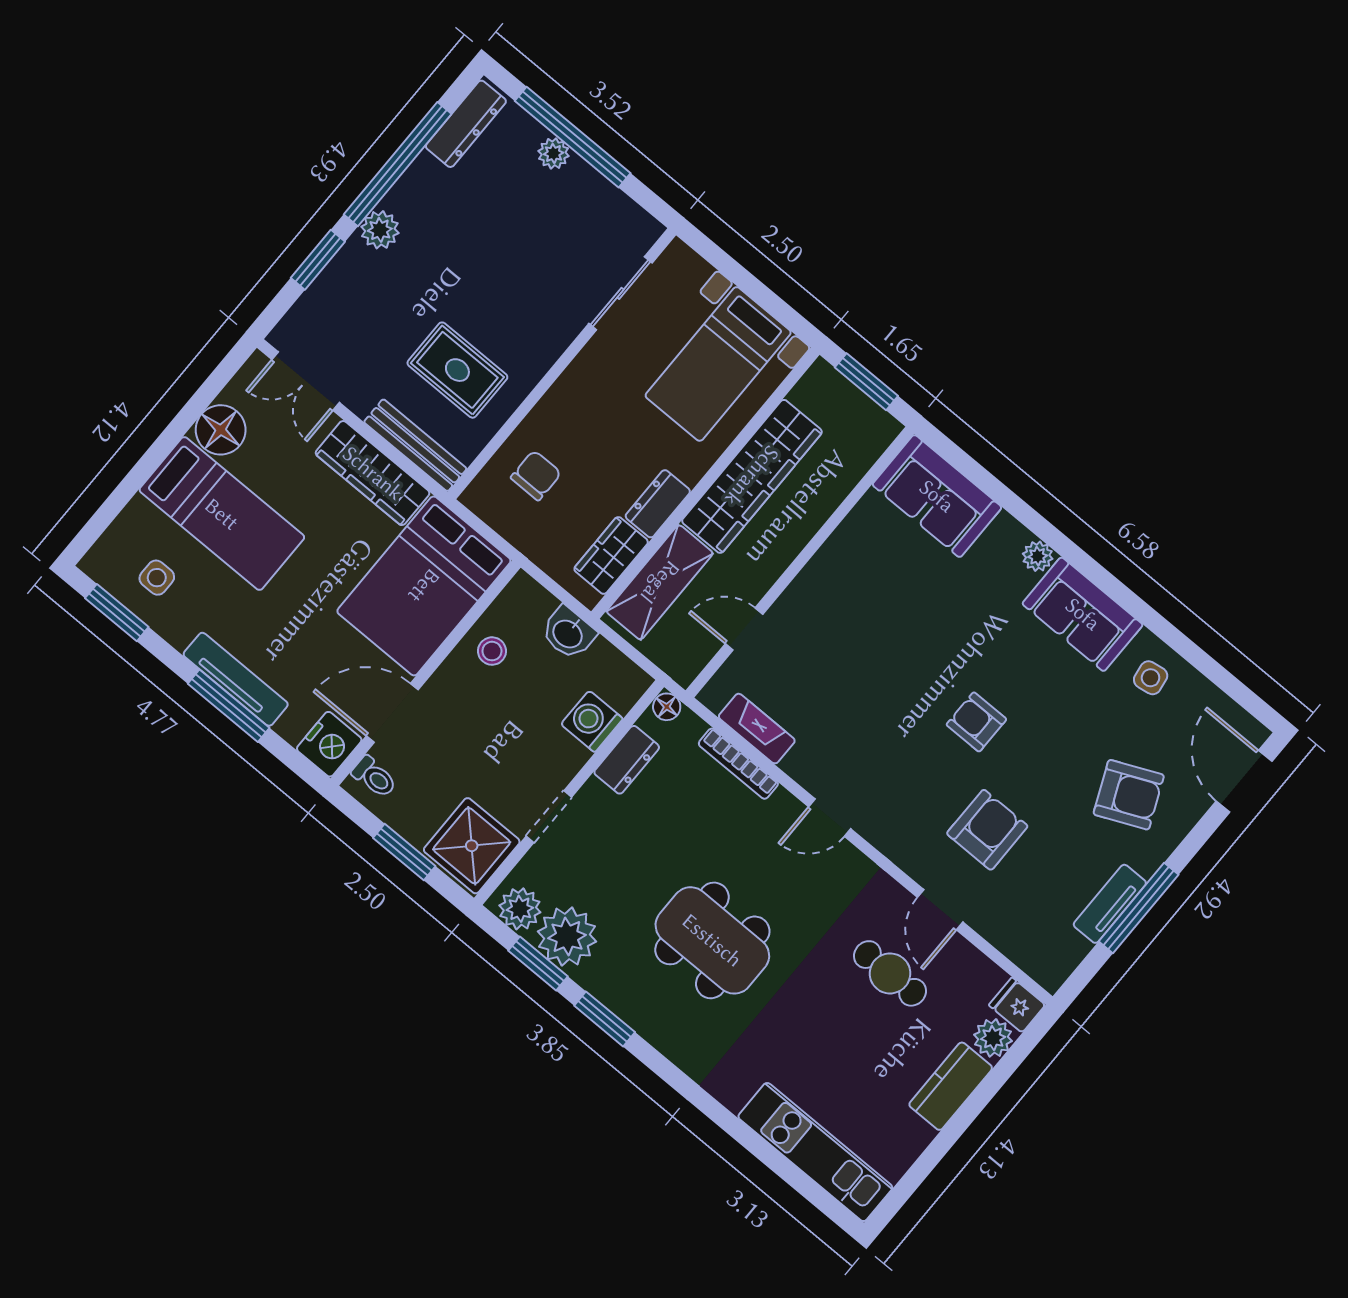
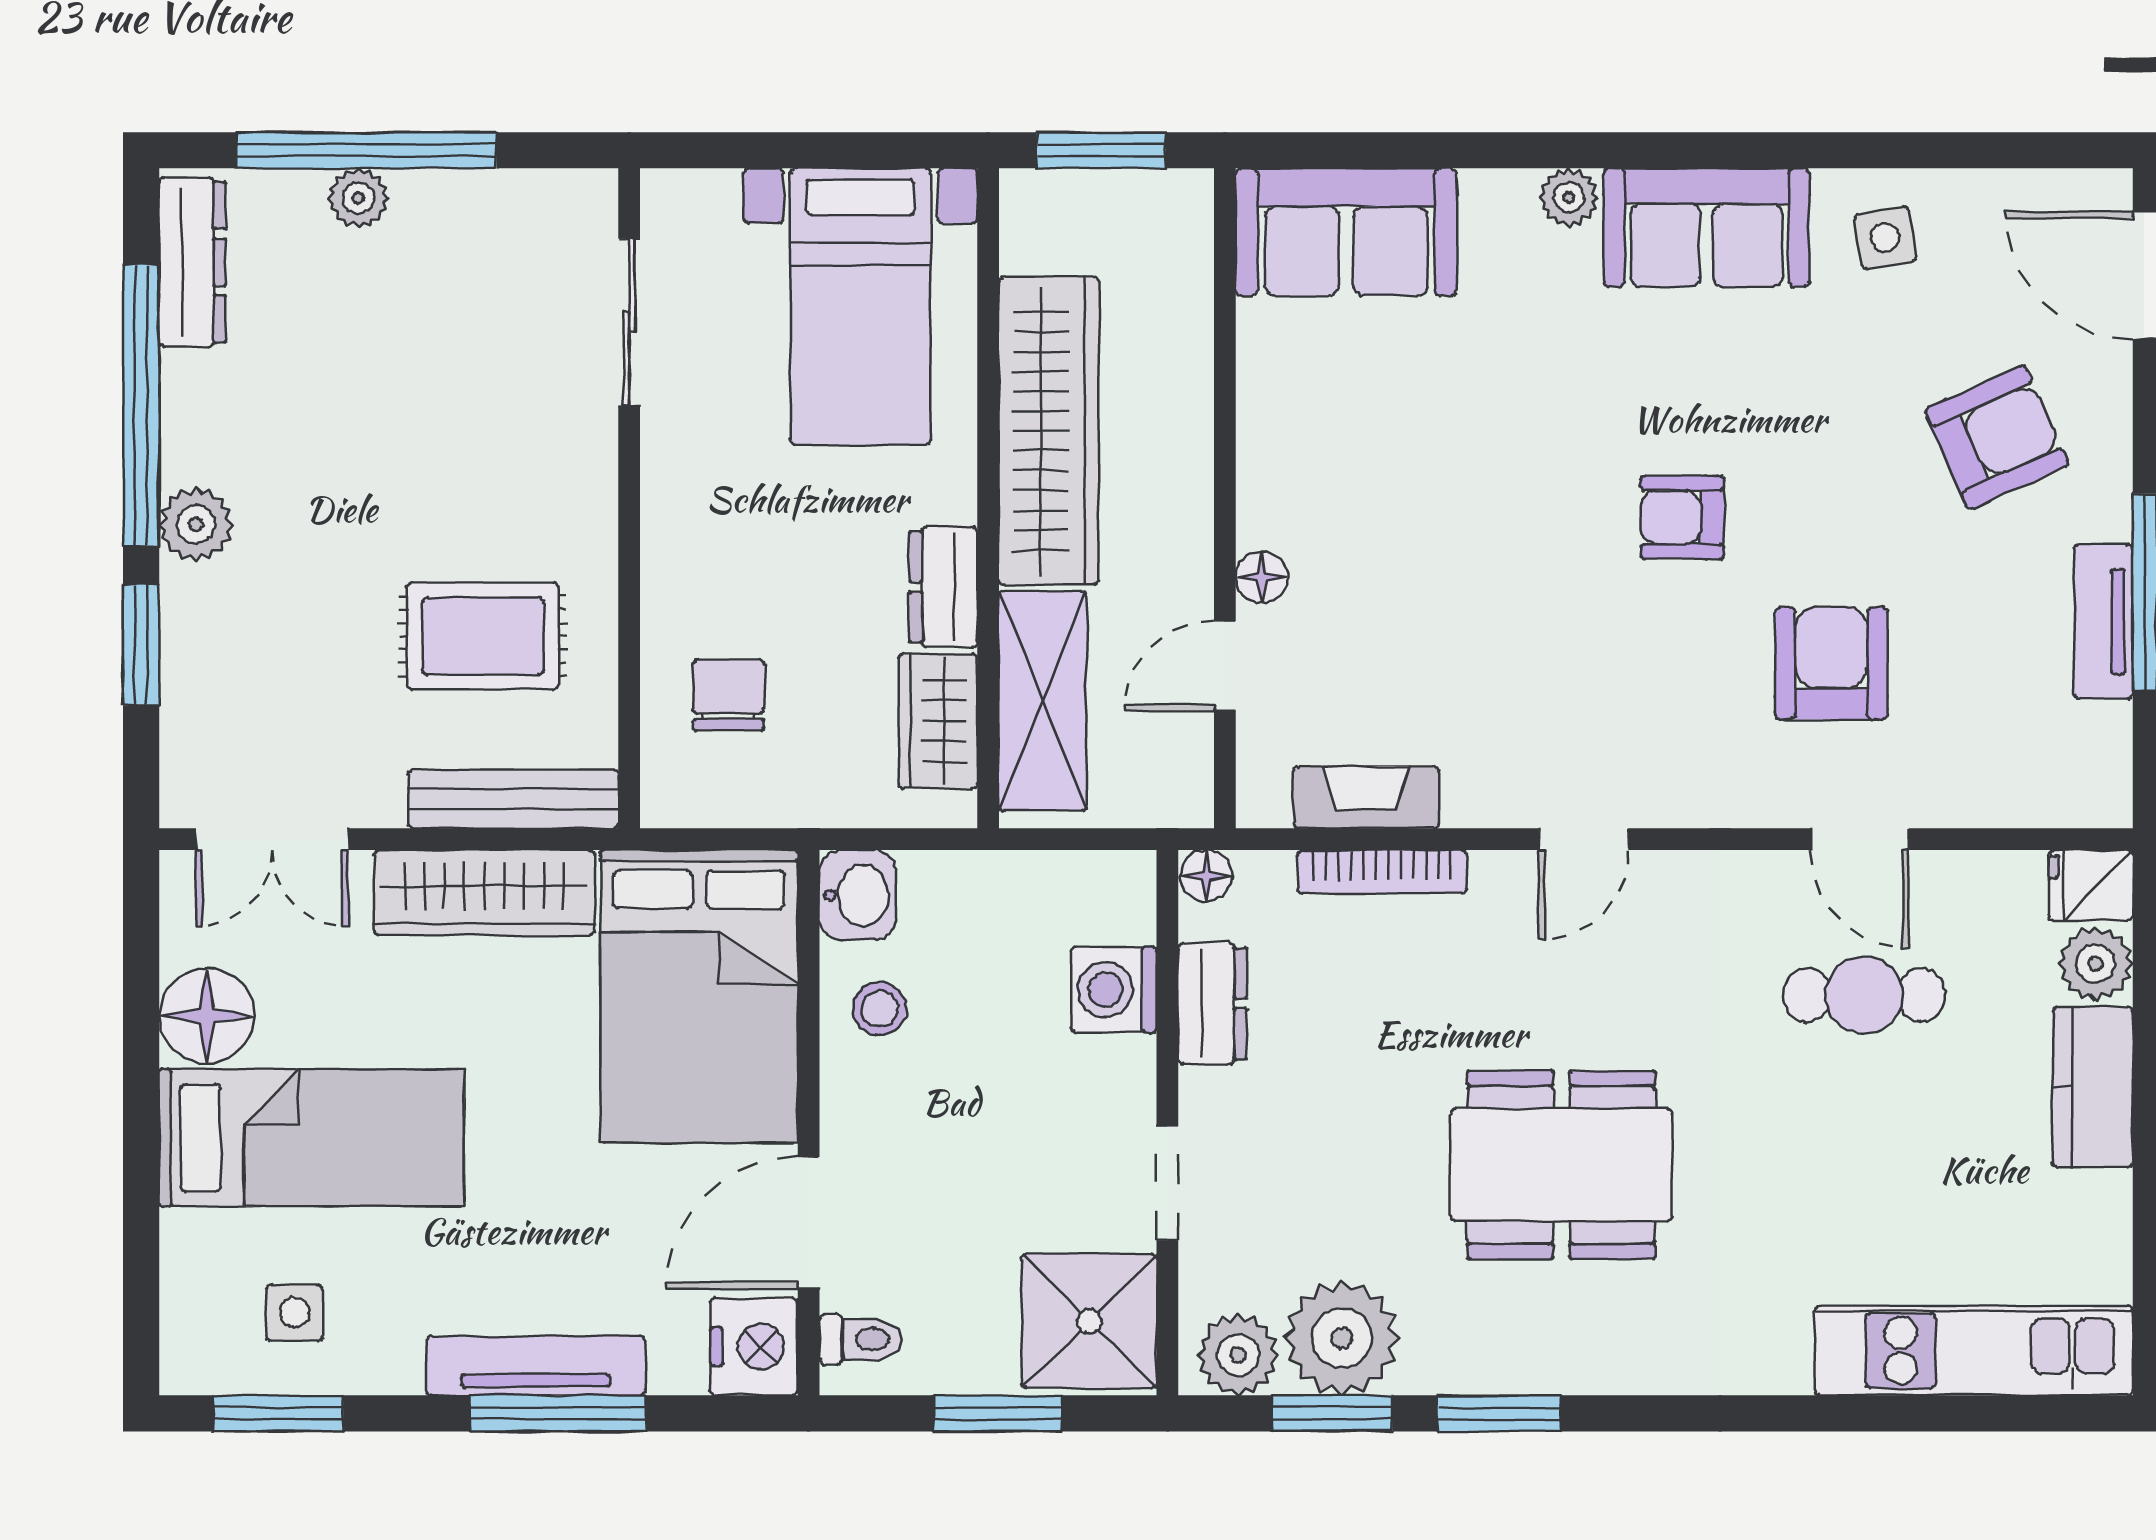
floor lamp: (788, 606) -> (1262, 577), added
washbasin: (568, 633) -> (858, 895), moved, turned -90

